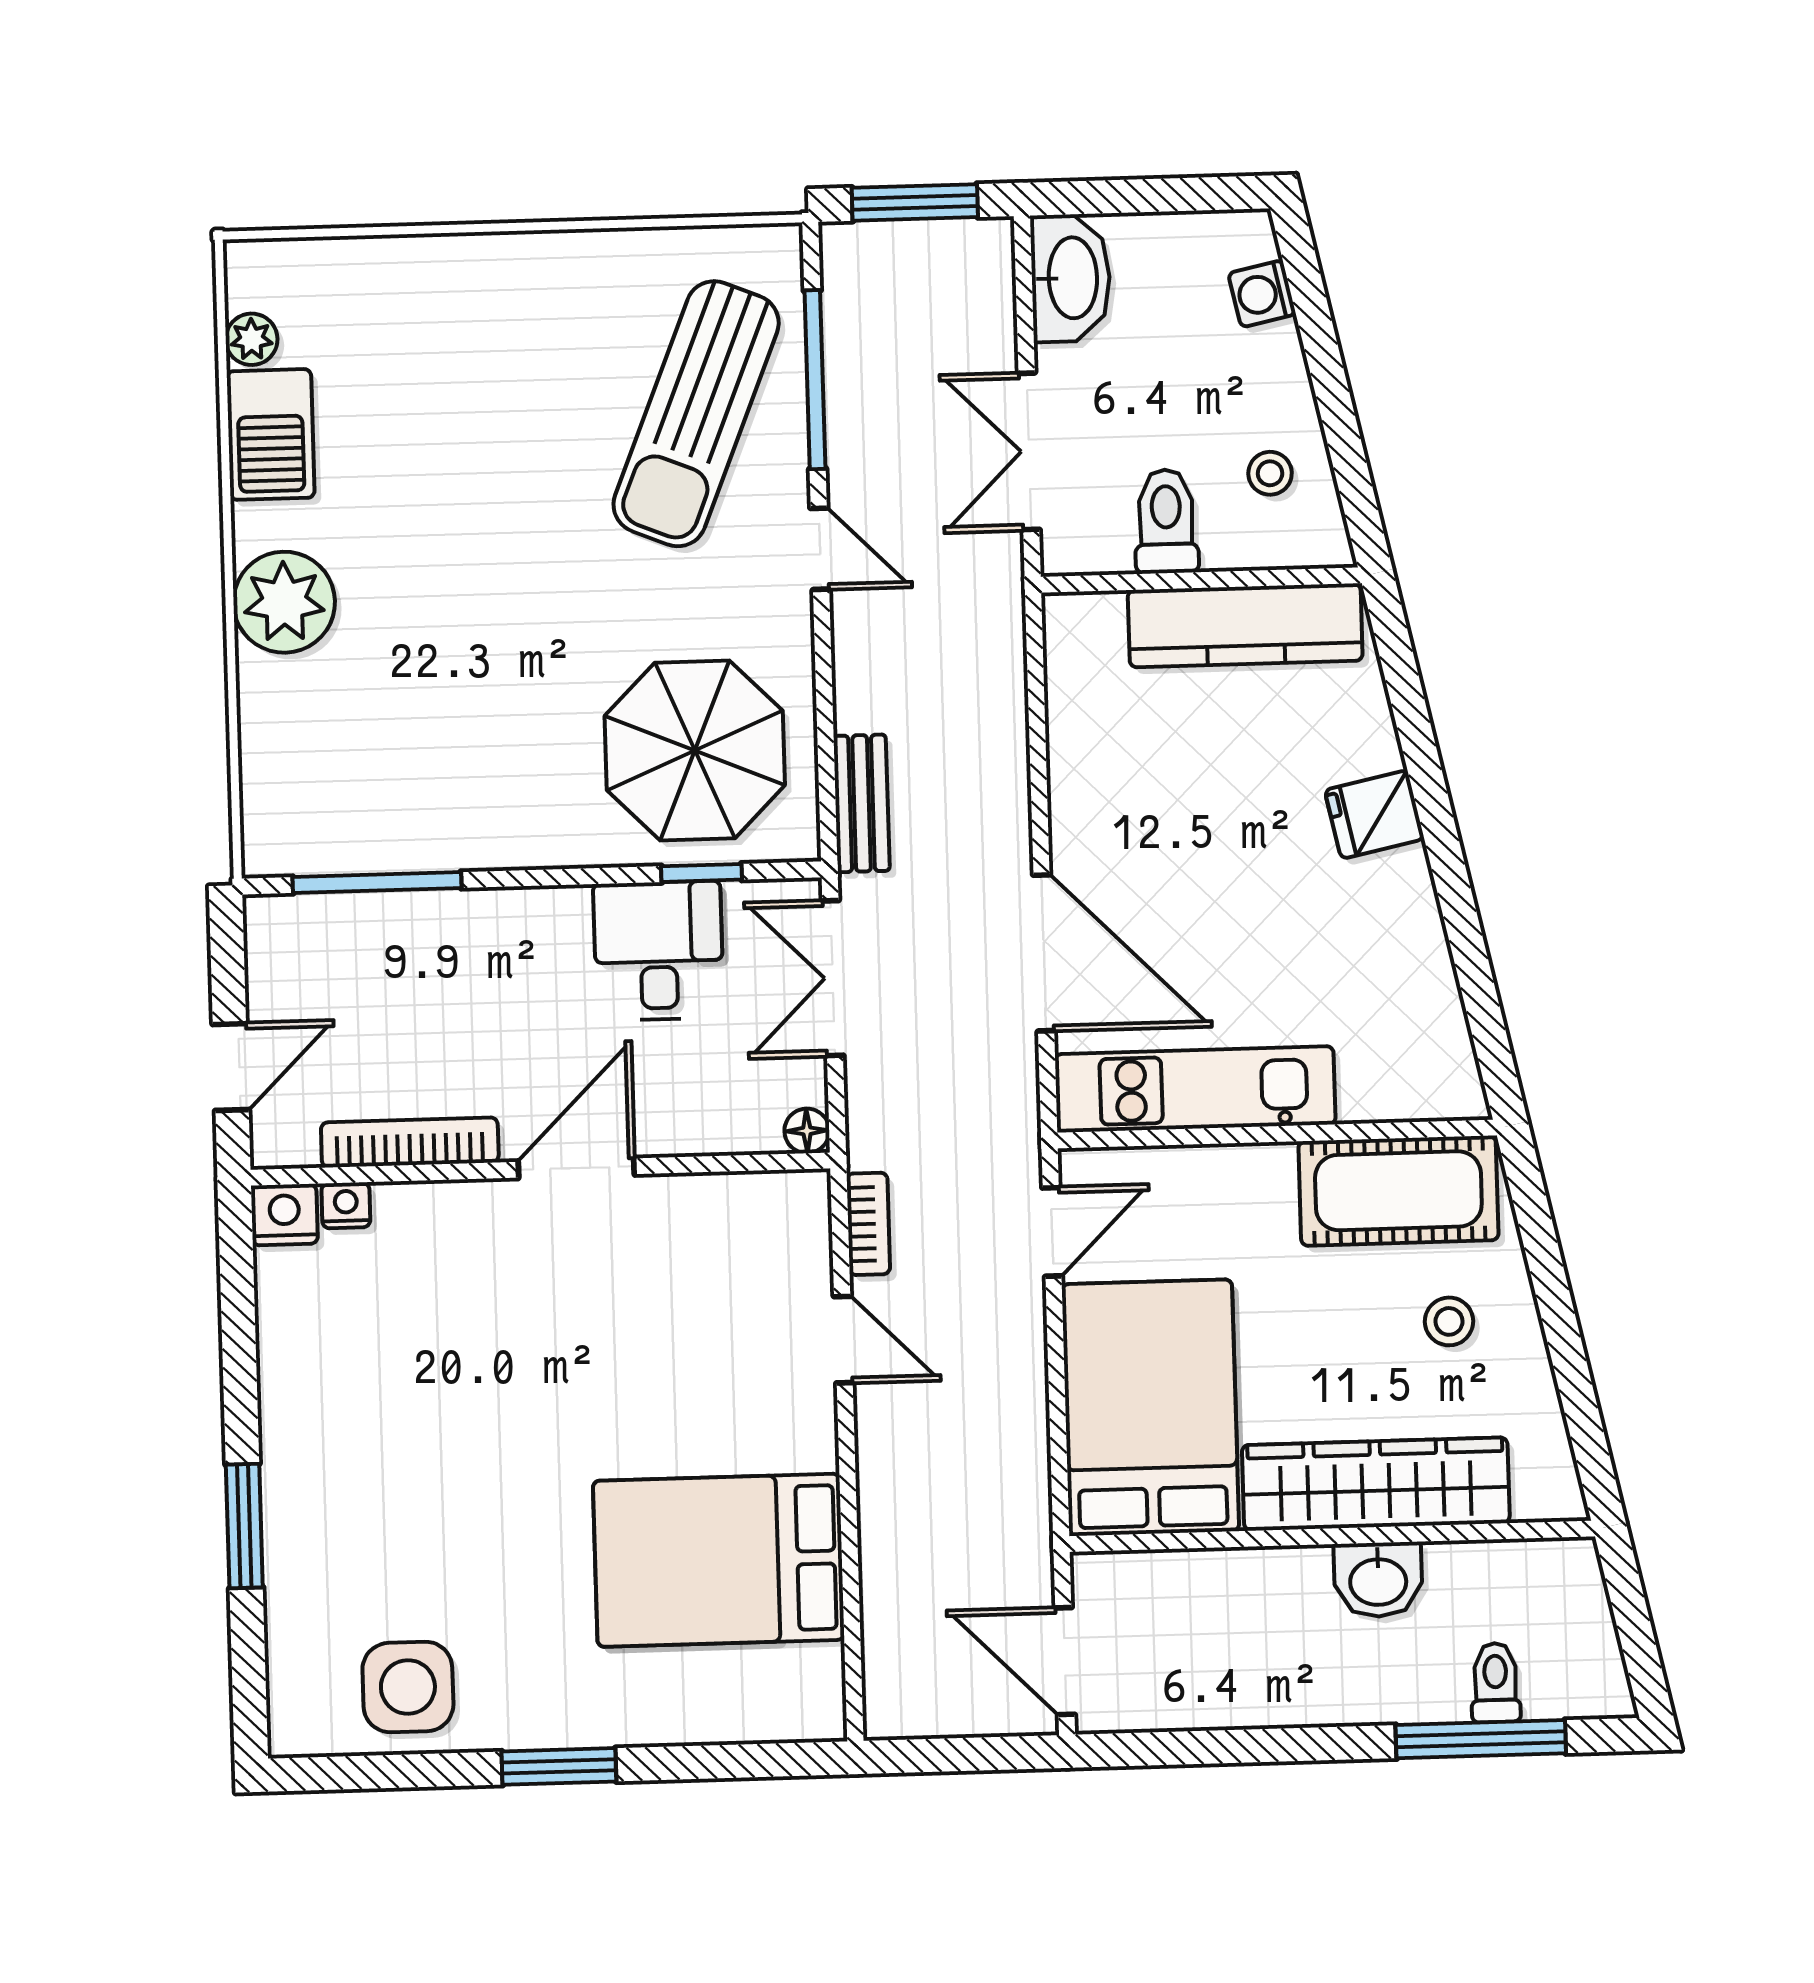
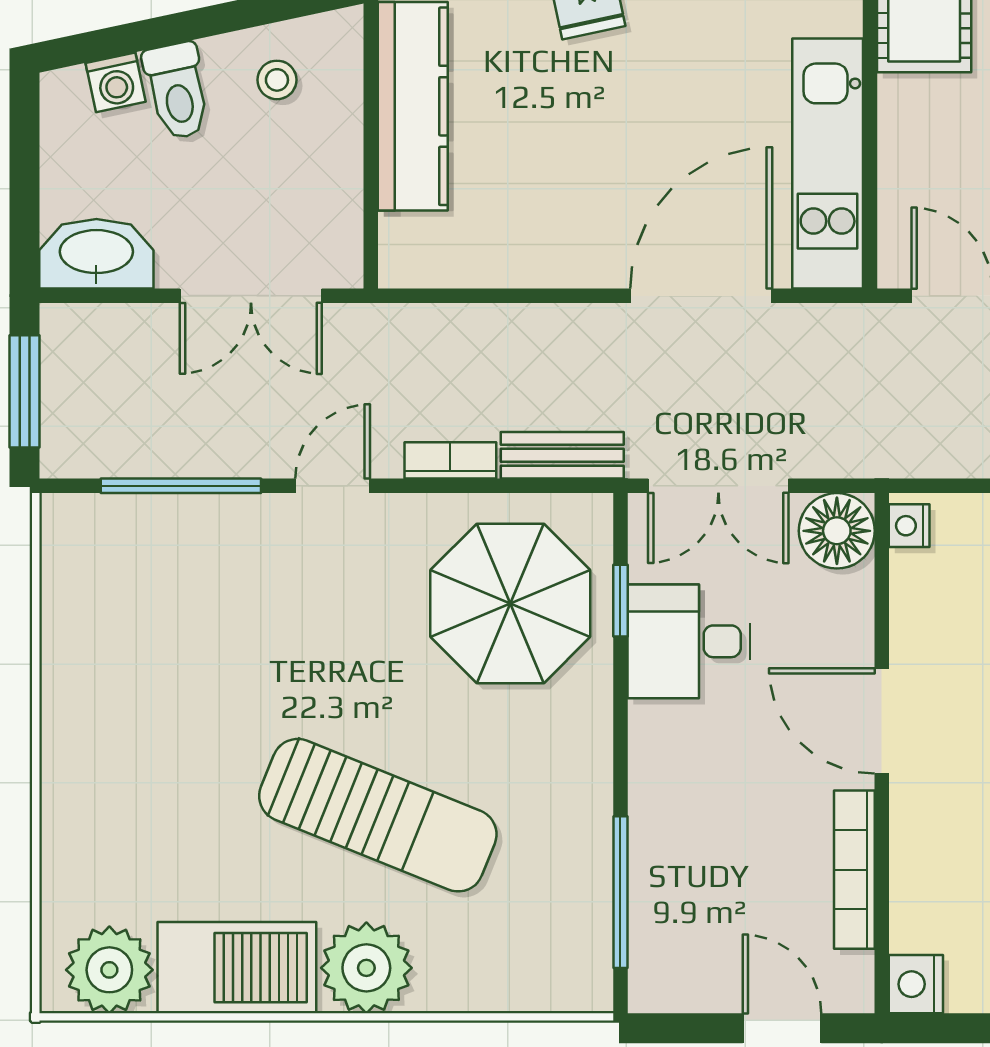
plant: (252, 339) -> (109, 970), width x1.88, depth x1.88
sun lounger: (696, 414) -> (378, 815), moved
barbecue: (271, 434) -> (237, 968), width x1.37, depth x1.21
toilet: (1166, 521) -> (177, 91), moved, turned -102
floor lamp: (807, 1131) -> (837, 531), width x1.89, depth x1.89
nightstand: (346, 1205) -> (909, 526), moved
bookcase: (868, 1224) -> (450, 460), moved

